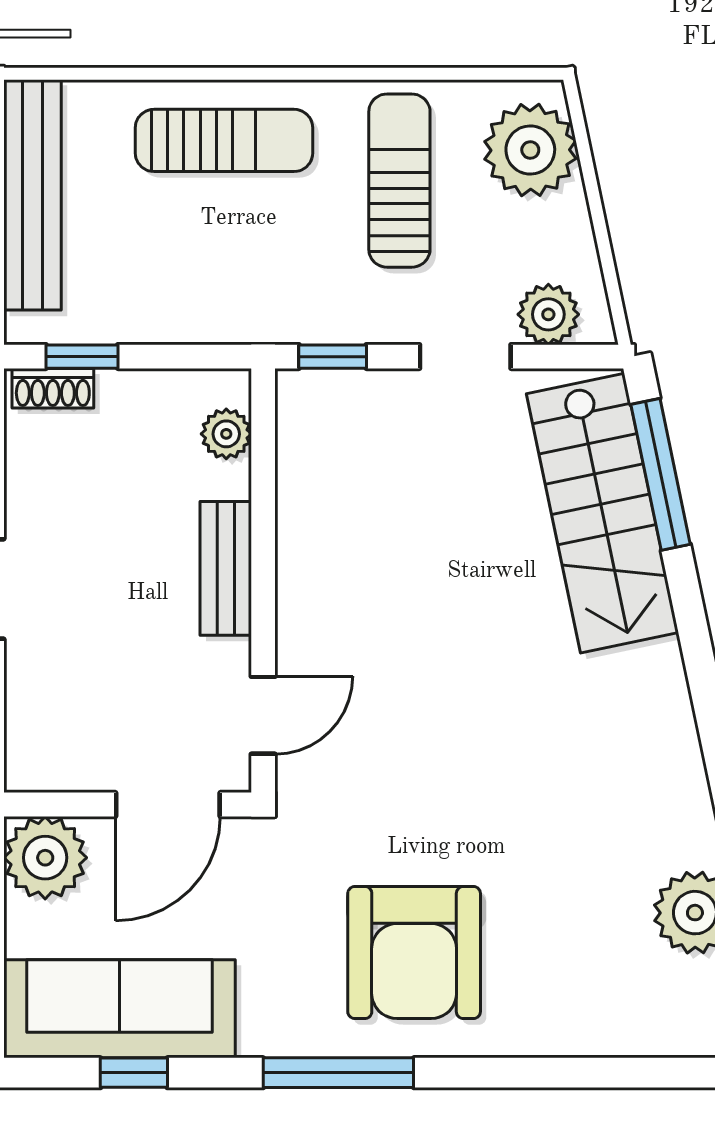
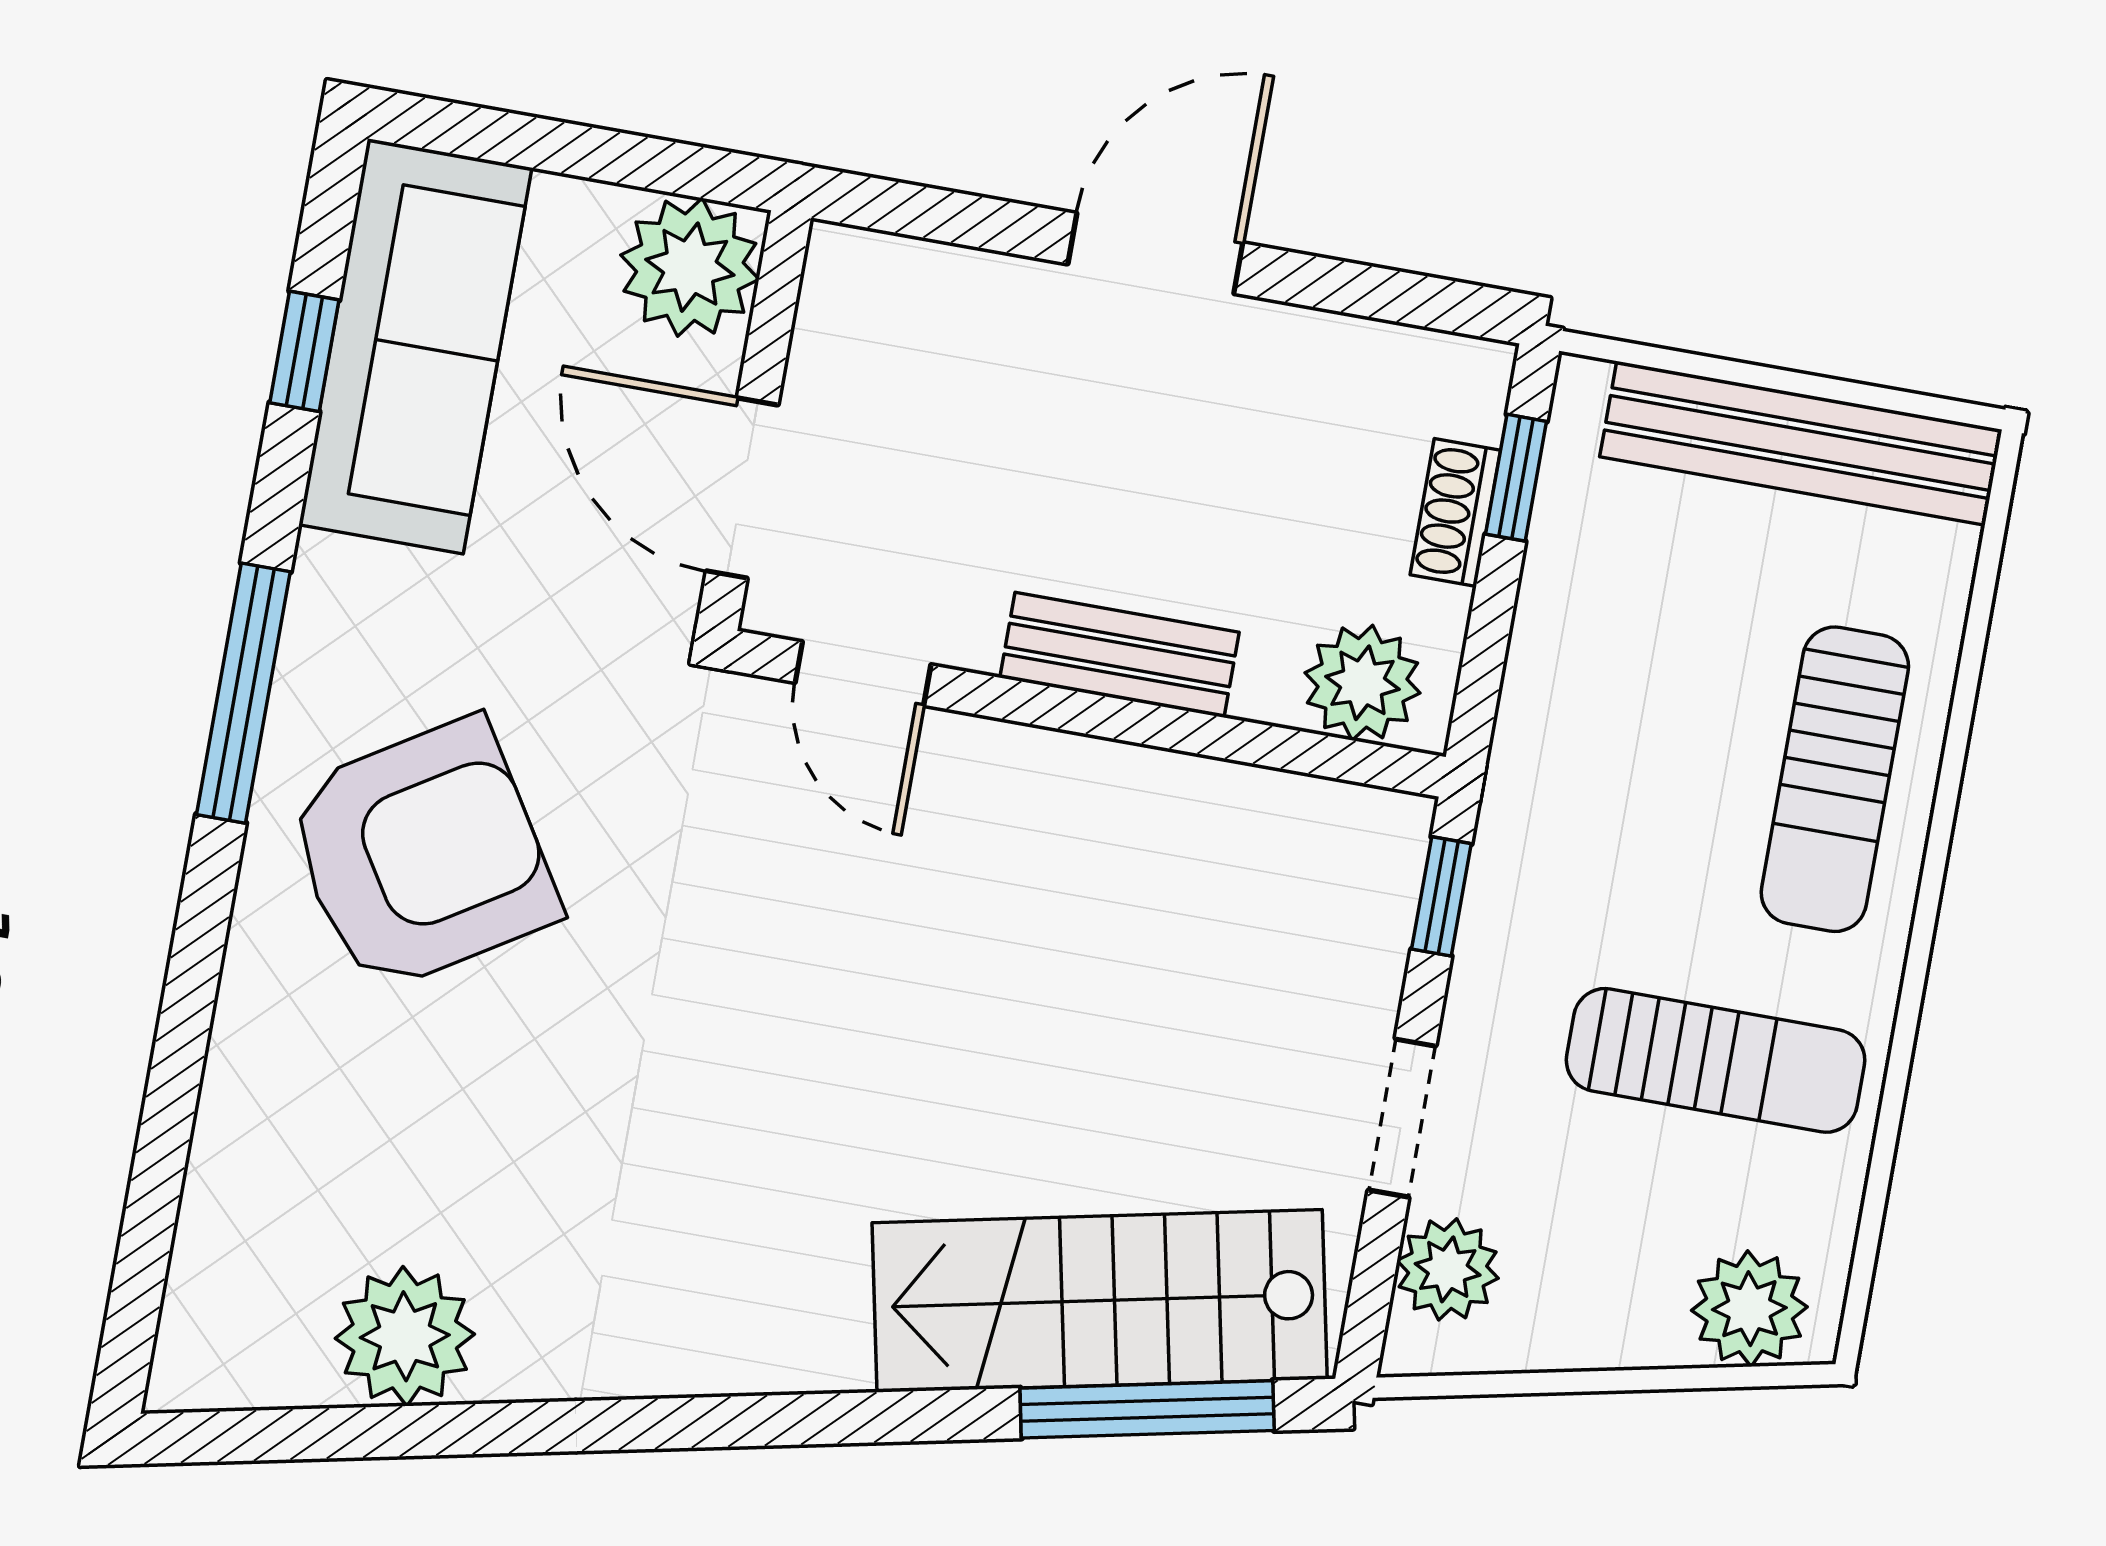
plant: (530, 150) -> (1749, 1309), width x0.73, depth x0.73
shoe rack: (53, 388) -> (1455, 512), moved
plant: (226, 434) -> (1362, 683), width x1.38, depth x1.38
armchair: (414, 953) -> (422, 855), turned 148

